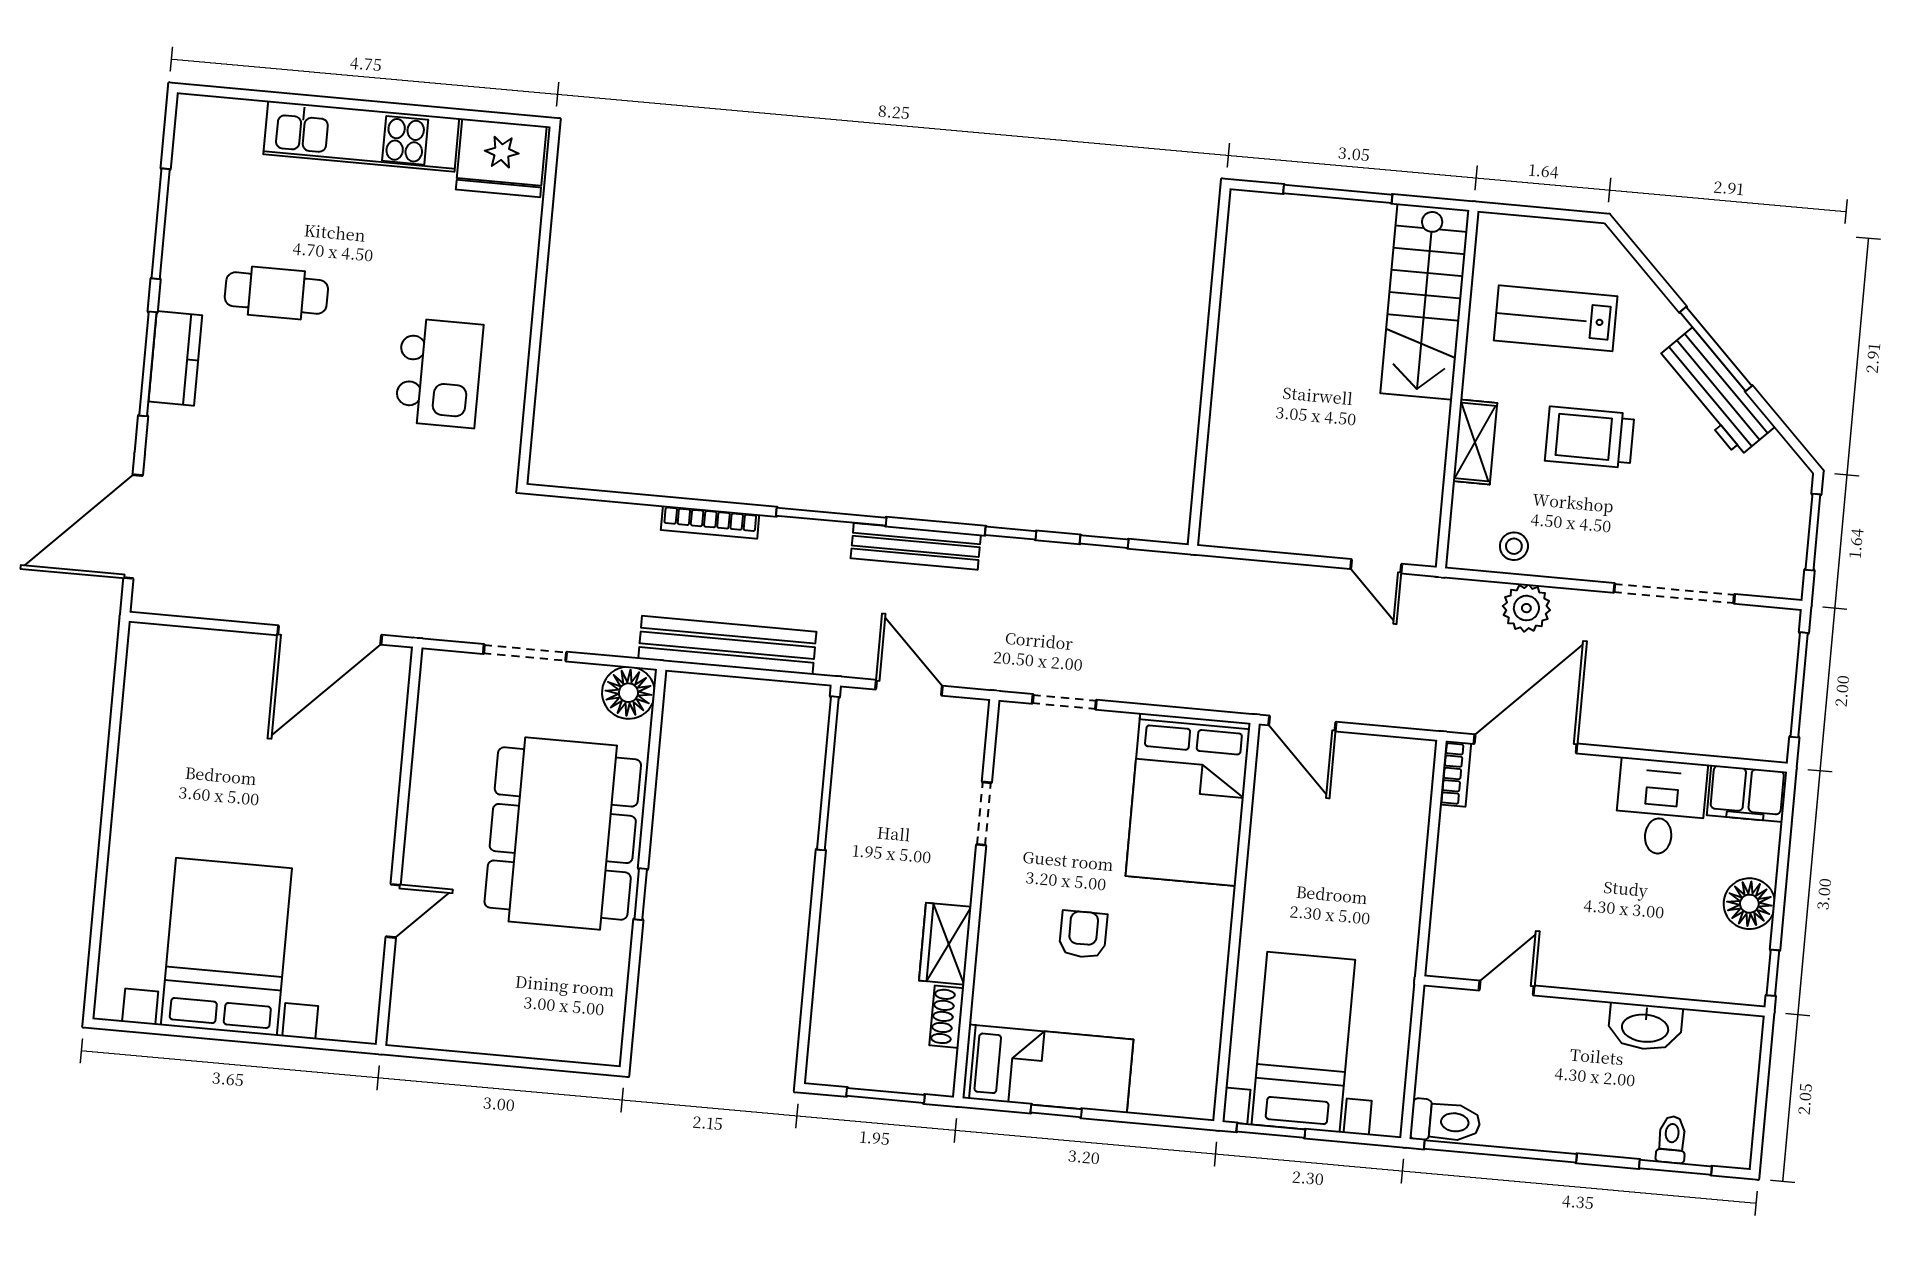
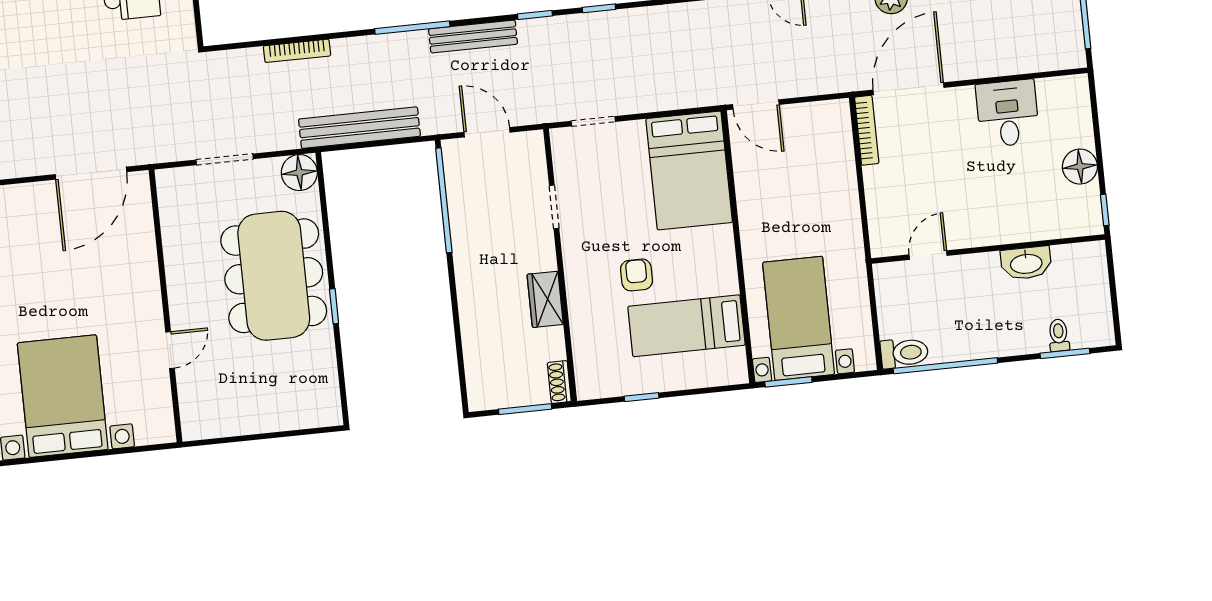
bookcase: (710, 522) -> (297, 51), moved
bookcase: (1456, 774) -> (867, 130), width x1.56
filing cabinet: (1747, 794) -> (1064, 93), removed
shoe rack: (947, 1017) -> (559, 382), moved
bed: (1048, 1069) -> (686, 326), moved, turned 180

